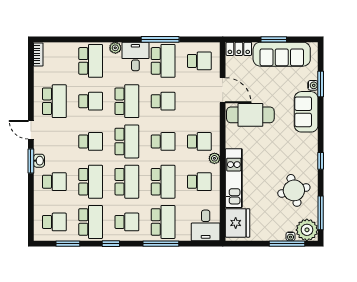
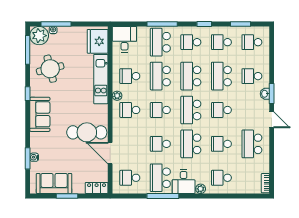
sofa: (282, 54) -> (54, 183), width x0.73
school desk: (91, 61) -> (221, 178), width x0.54
sofa: (306, 112) -> (40, 114), moved
school desk: (91, 222) -> (221, 42), width x0.54

